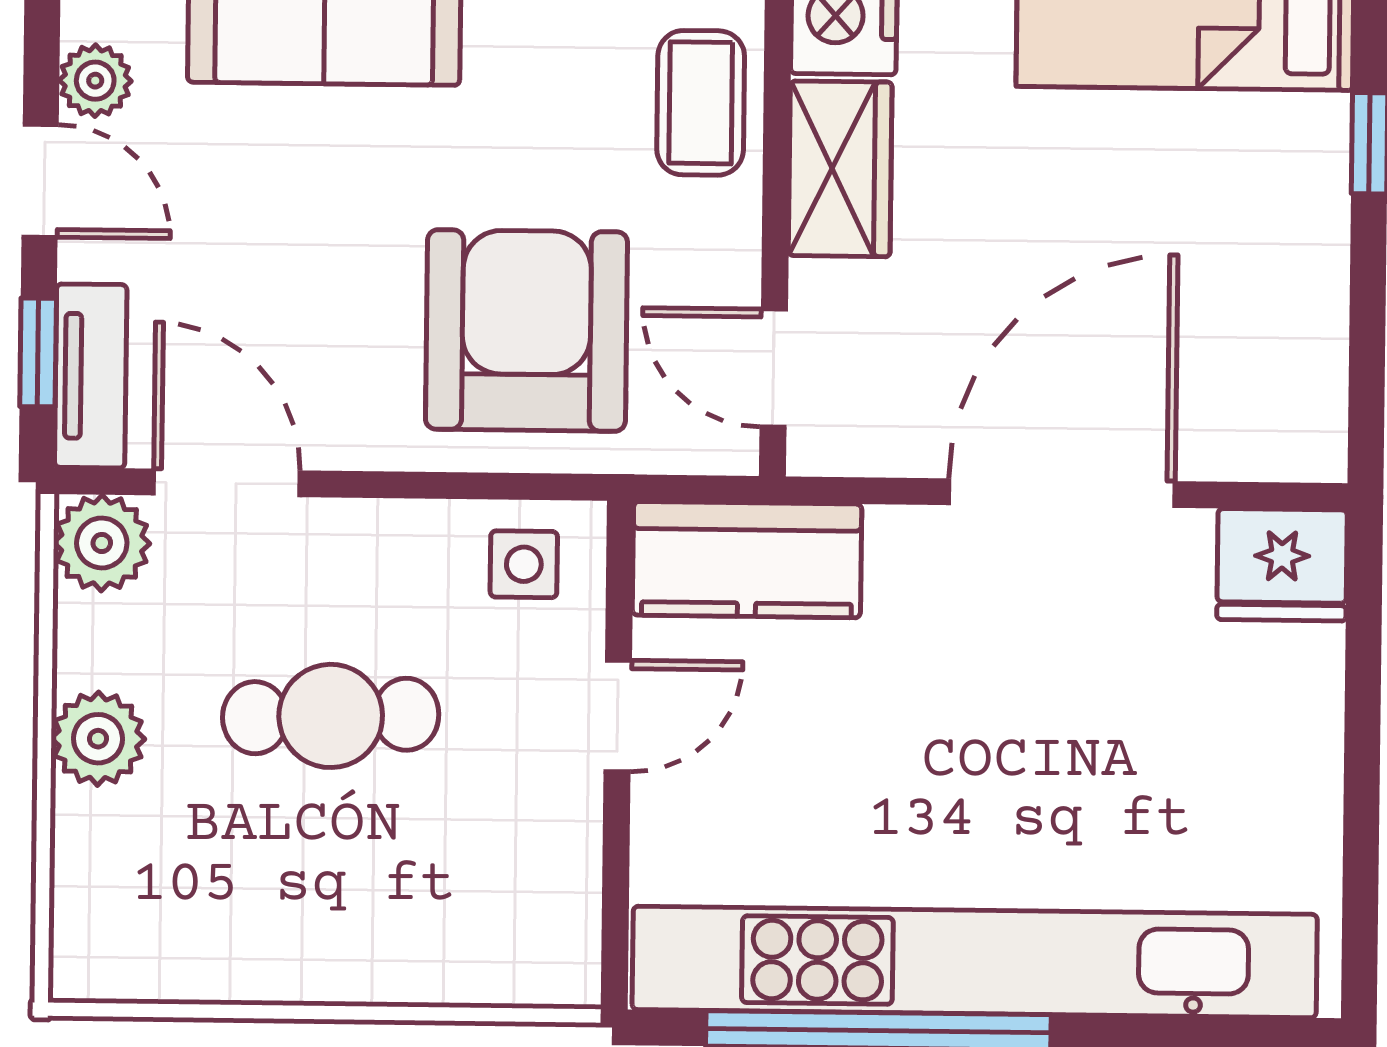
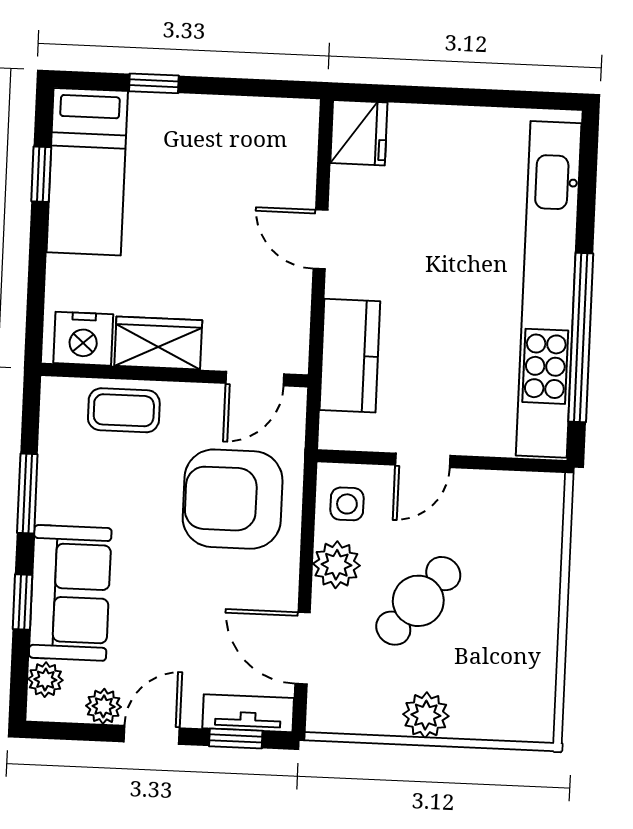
door: (227, 483) -> (303, 648), hinge flipped
door: (1062, 493) -> (320, 239), width x0.53
plant: (102, 543) -> (336, 565), moved
kitchen counter: (747, 560) -> (350, 356), moved
cafe table: (331, 716) -> (418, 601), turned 42
door: (618, 716) -> (423, 460), swing flipped

